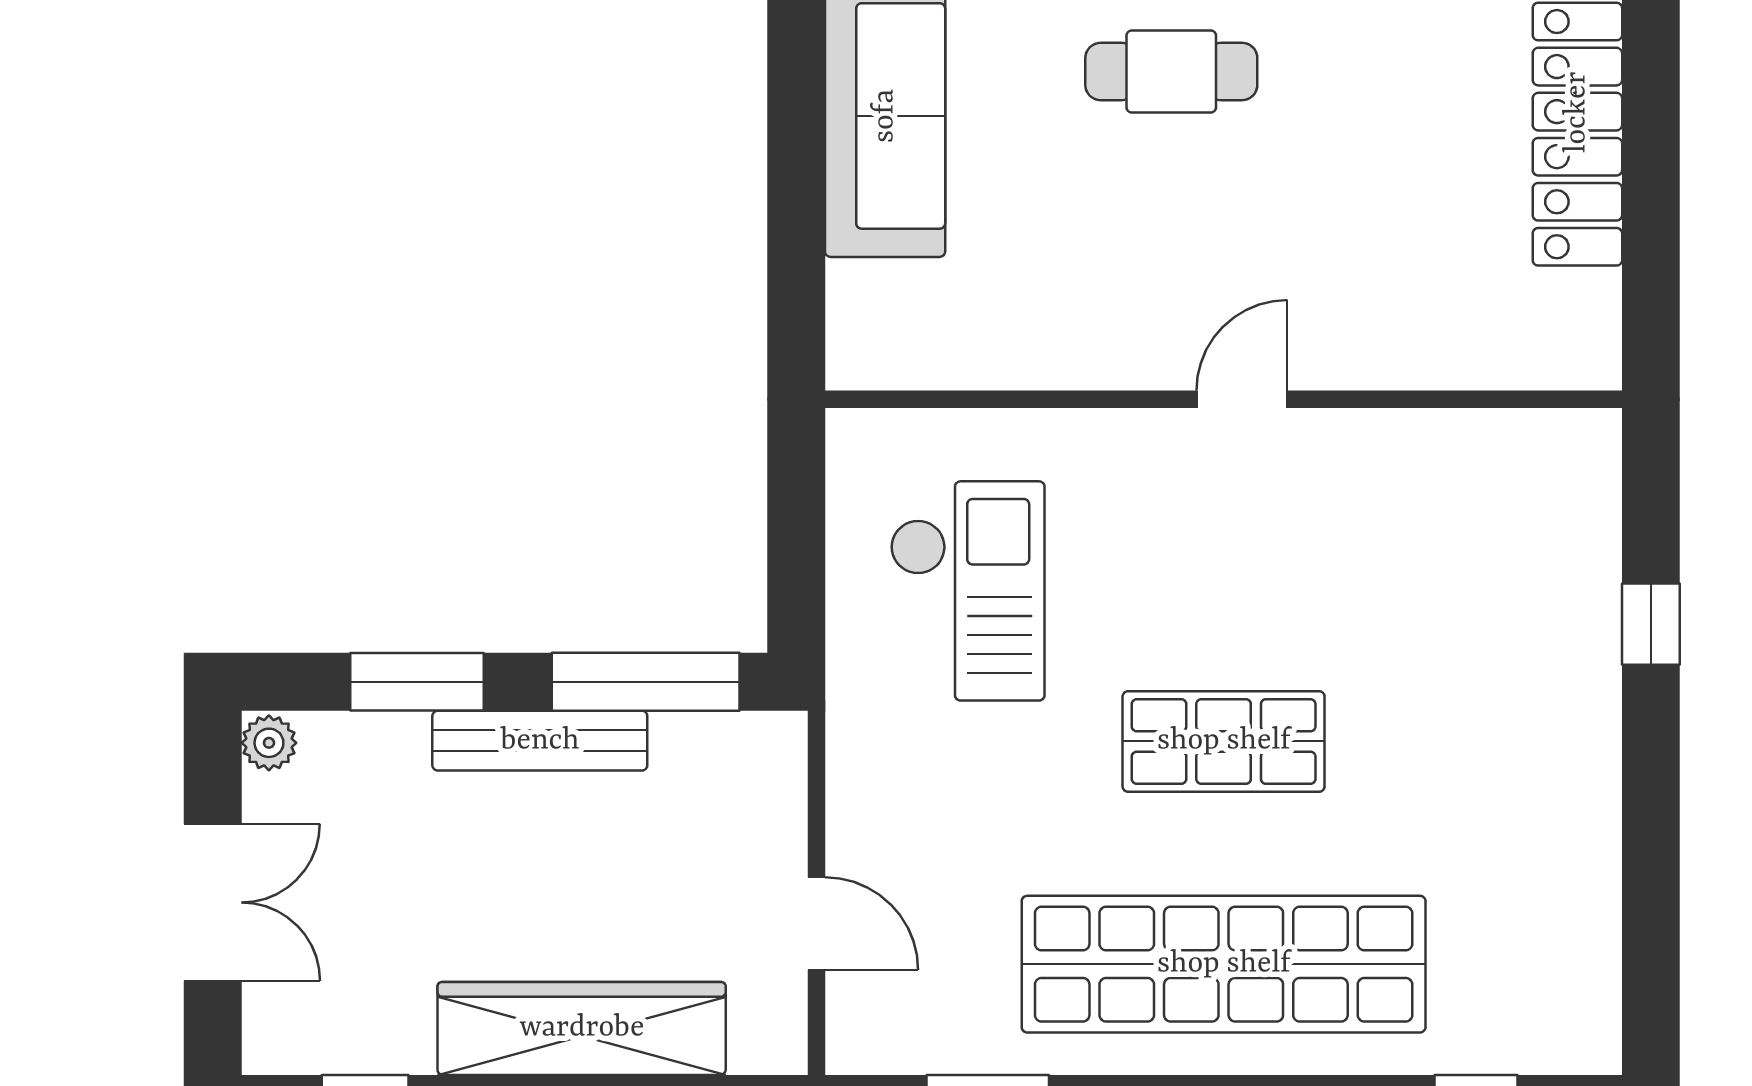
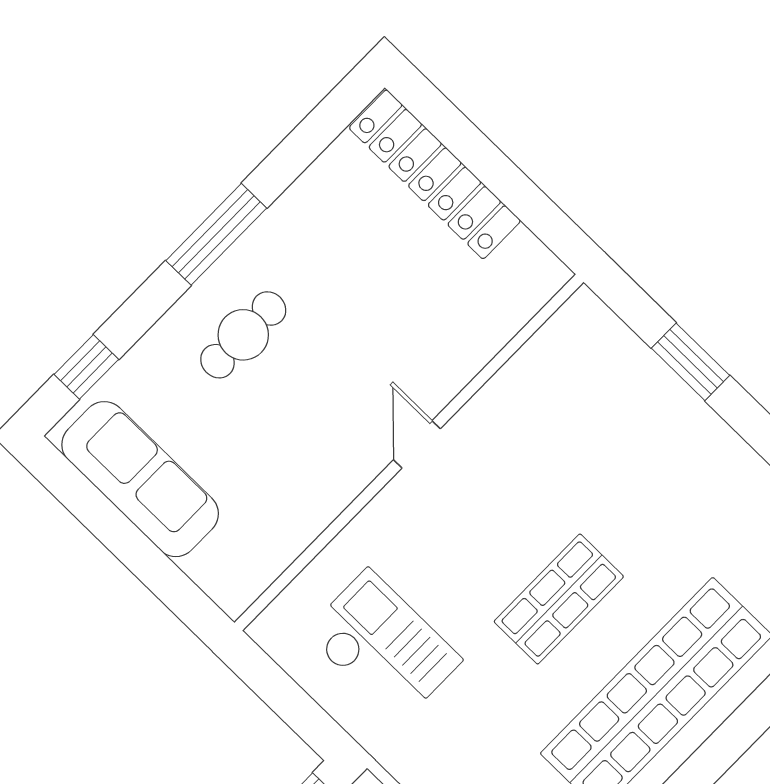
window: (1651, 624) -> (690, 362), width x1.50

